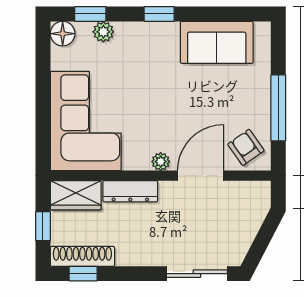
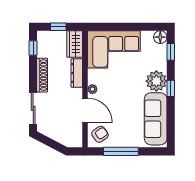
plant: (103, 32) -> (156, 81), moved, width x1.87, depth x1.87
sofa: (217, 42) -> (156, 119), width x1.36
shoe rack: (82, 256) -> (42, 75), moved

